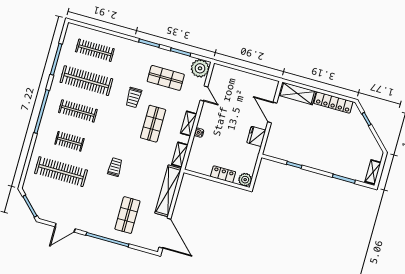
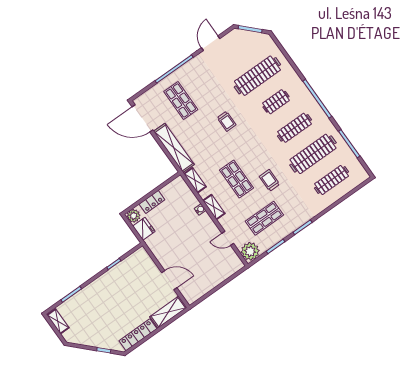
fridge: (256, 136) -> (144, 229), moved

